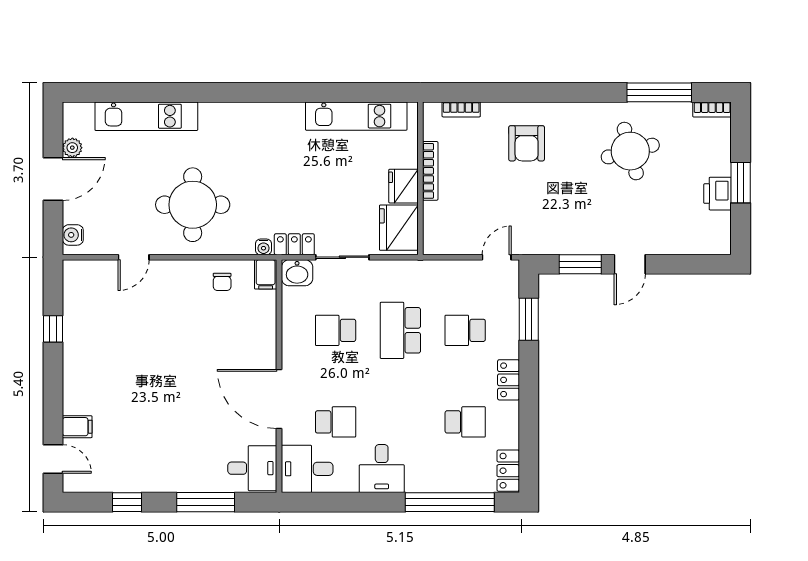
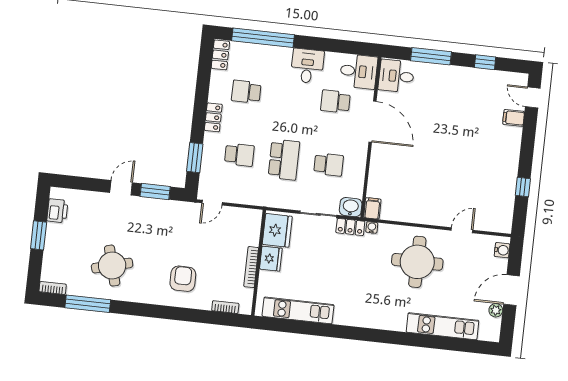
printer: (718, 194) -> (57, 211), moved
chair: (222, 282) -> (403, 207), removed

